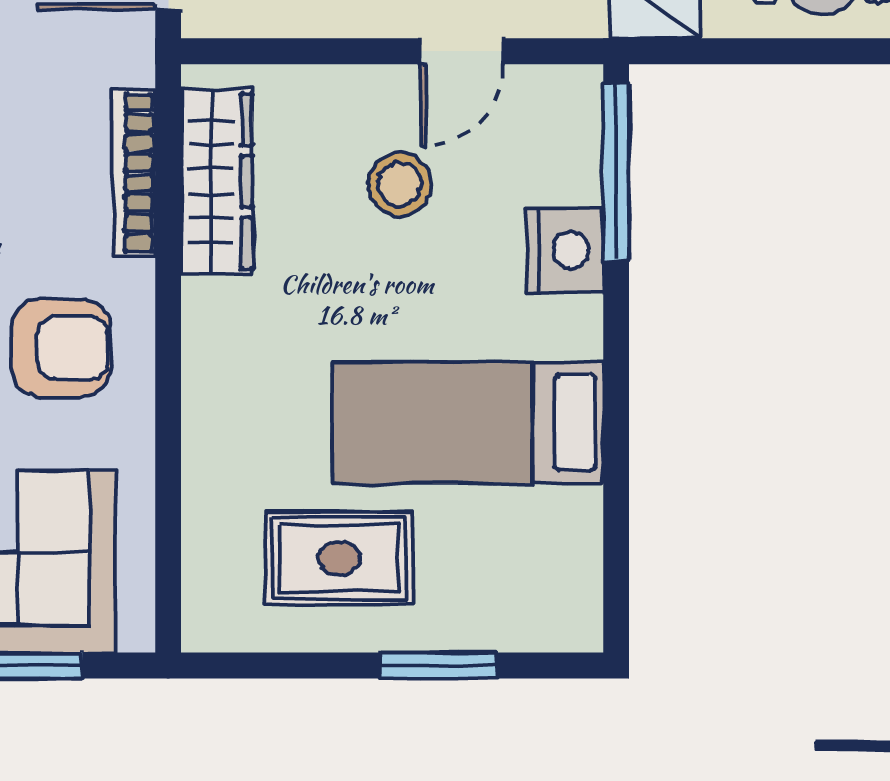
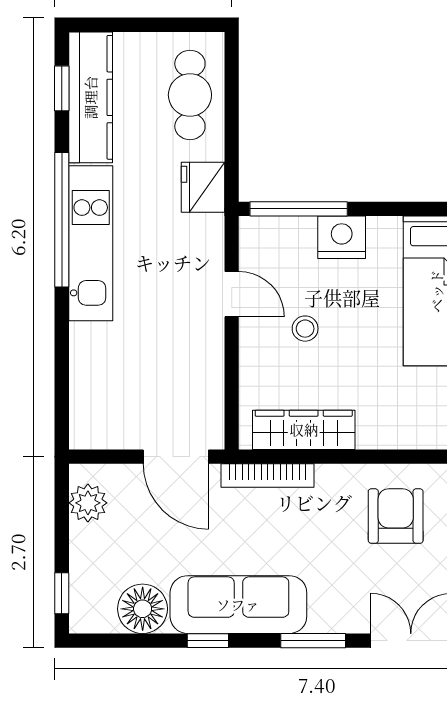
bookcase: (134, 173) -> (268, 476), moved
stool: (400, 184) -> (305, 329), width x0.73, depth x0.73

